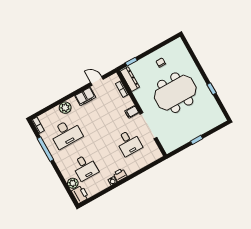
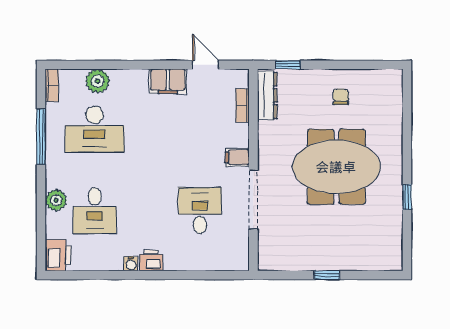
plant: (65, 108) -> (98, 81), moved
desk: (129, 143) -> (200, 211), turned 180
plant: (73, 183) -> (56, 200), moved

